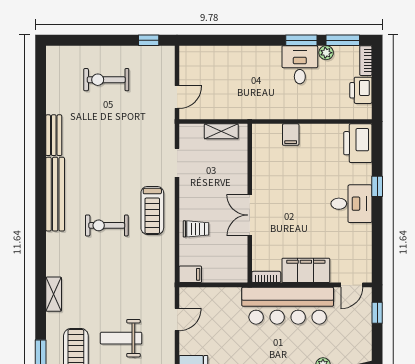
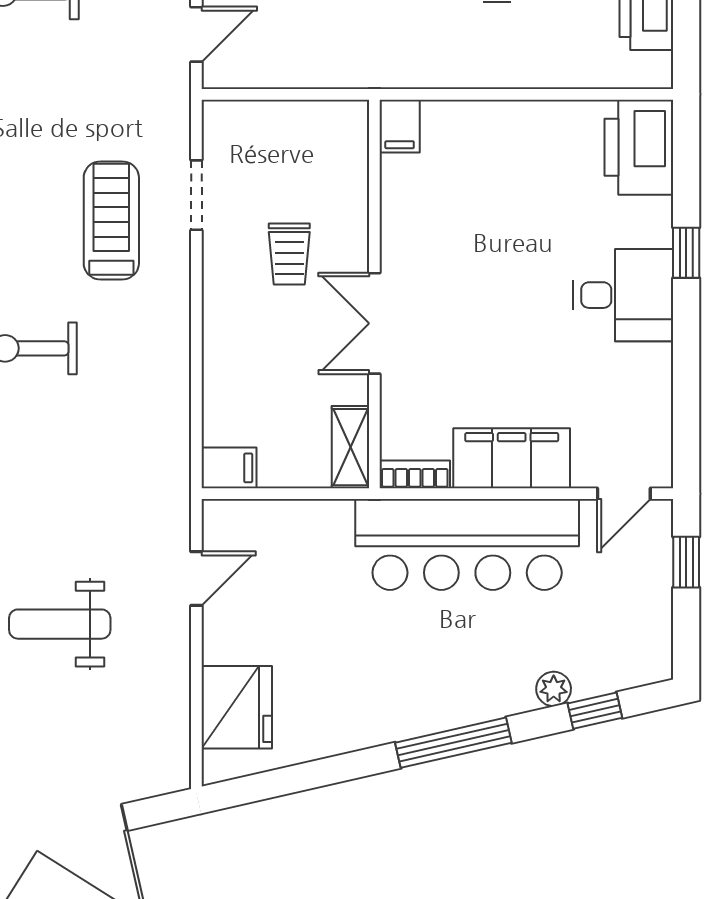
shelving: (221, 131) -> (351, 447), moved, turned 90
filing cabinet: (291, 135) -> (400, 126), moved
treadmill: (152, 210) -> (111, 220), moved, turned 180
trolley: (196, 229) -> (289, 254), moved, turned 90

